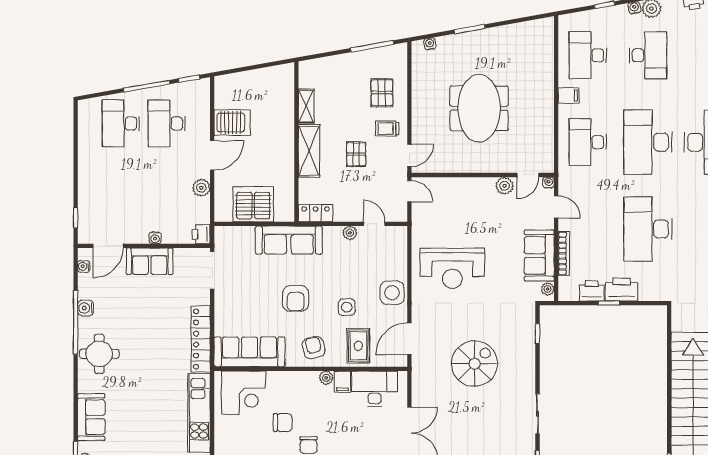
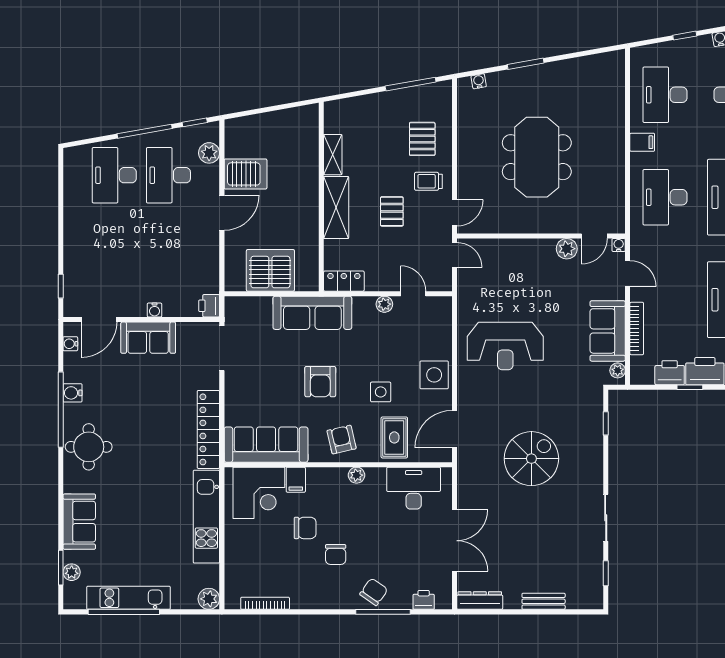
plant: (201, 188) -> (209, 153), moved
filing cabinet: (343, 382) -> (296, 480), moved

